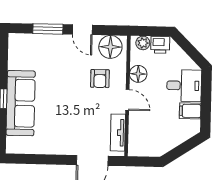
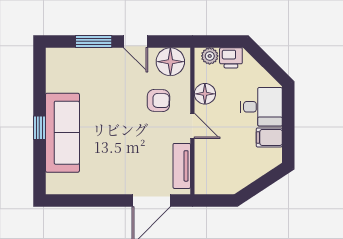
armchair: (100, 79) -> (158, 101), turned -89

